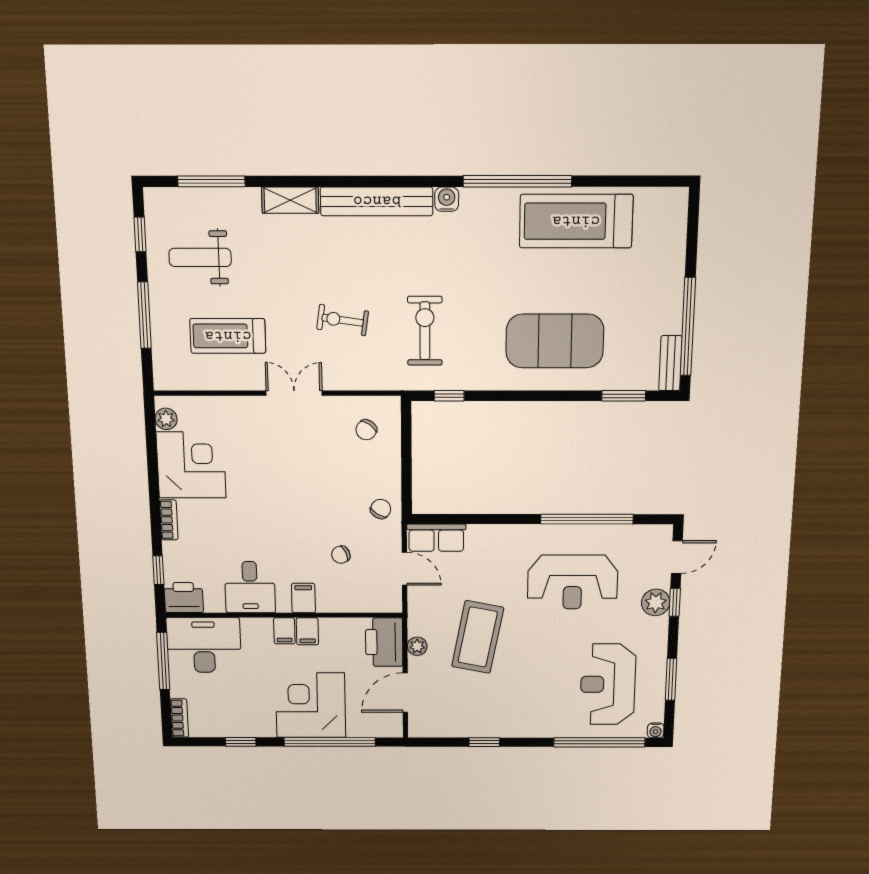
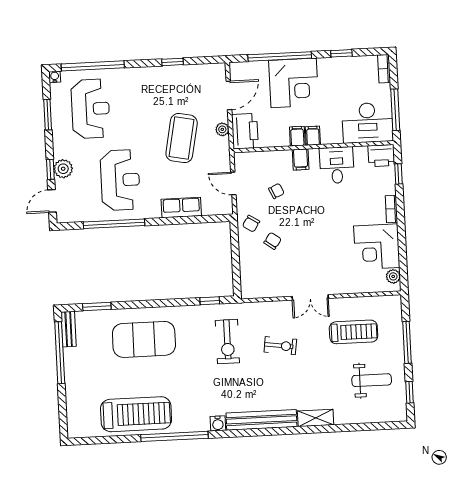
window: (211, 181) -> (365, 427), removed
chair: (366, 430) -> (273, 241), moved
row of seats: (436, 538) -> (181, 208), moved
reception desk: (573, 582) -> (120, 180), turned 90

